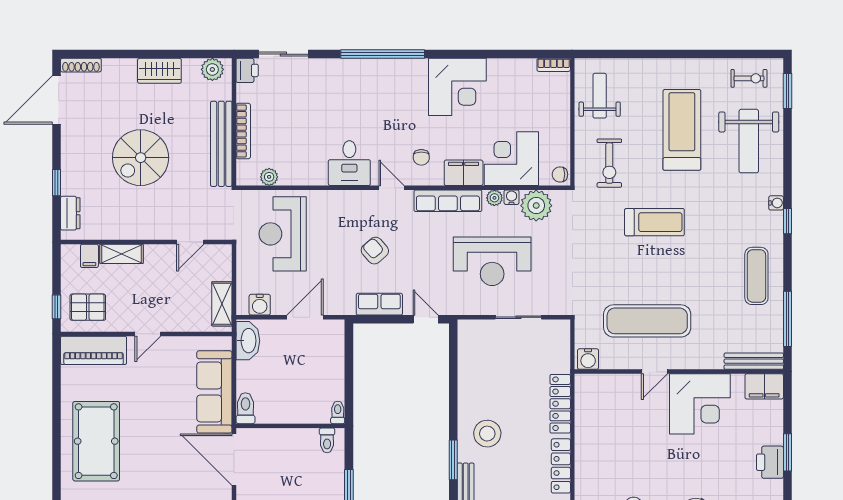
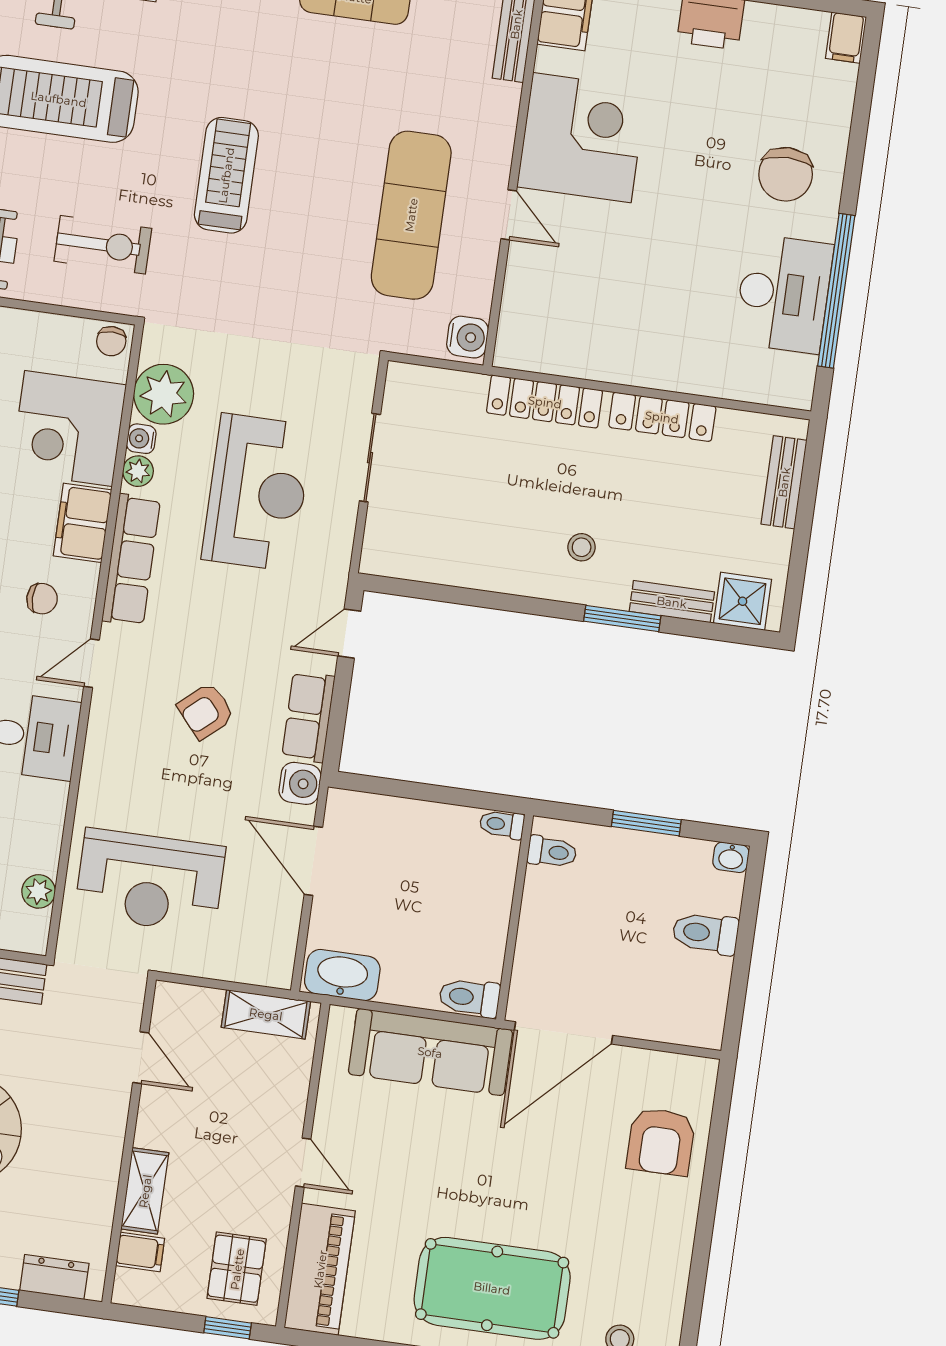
water cooler: (260, 305) -> (300, 783), moved
stool: (487, 434) -> (582, 547), width x0.53, depth x0.53

